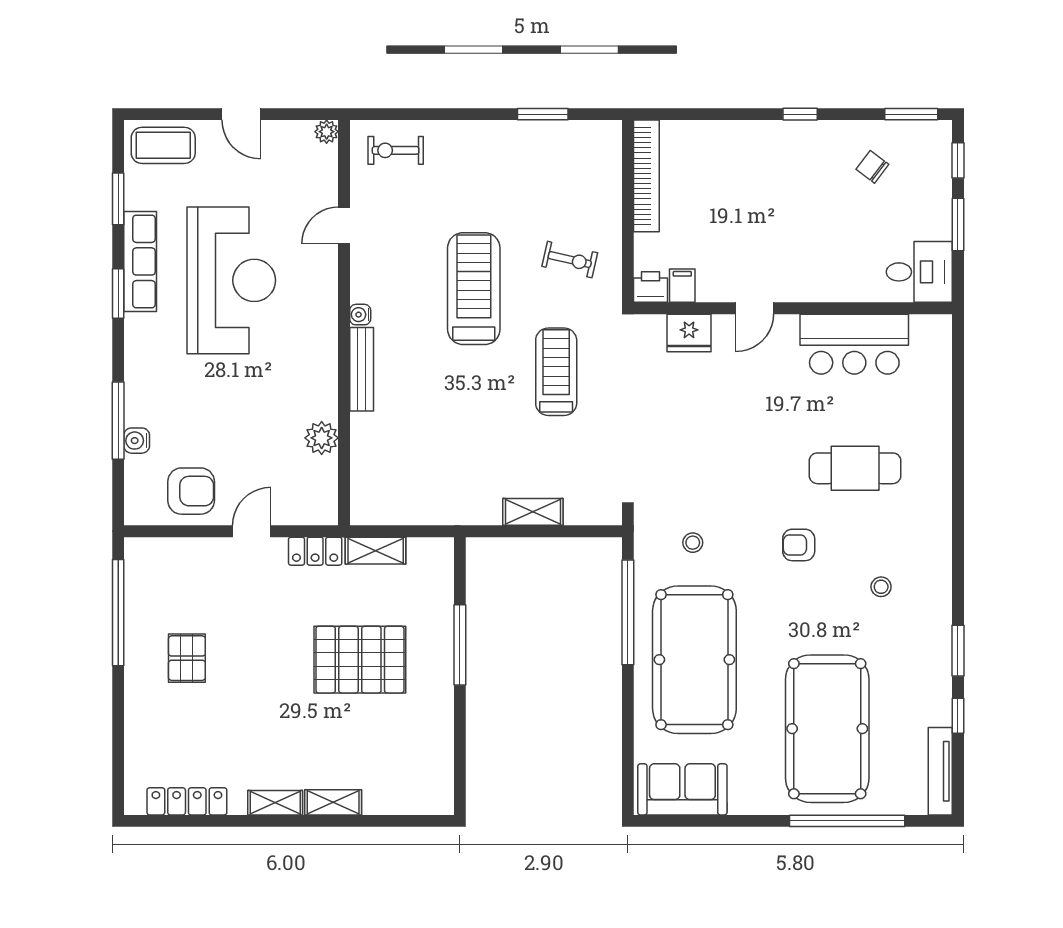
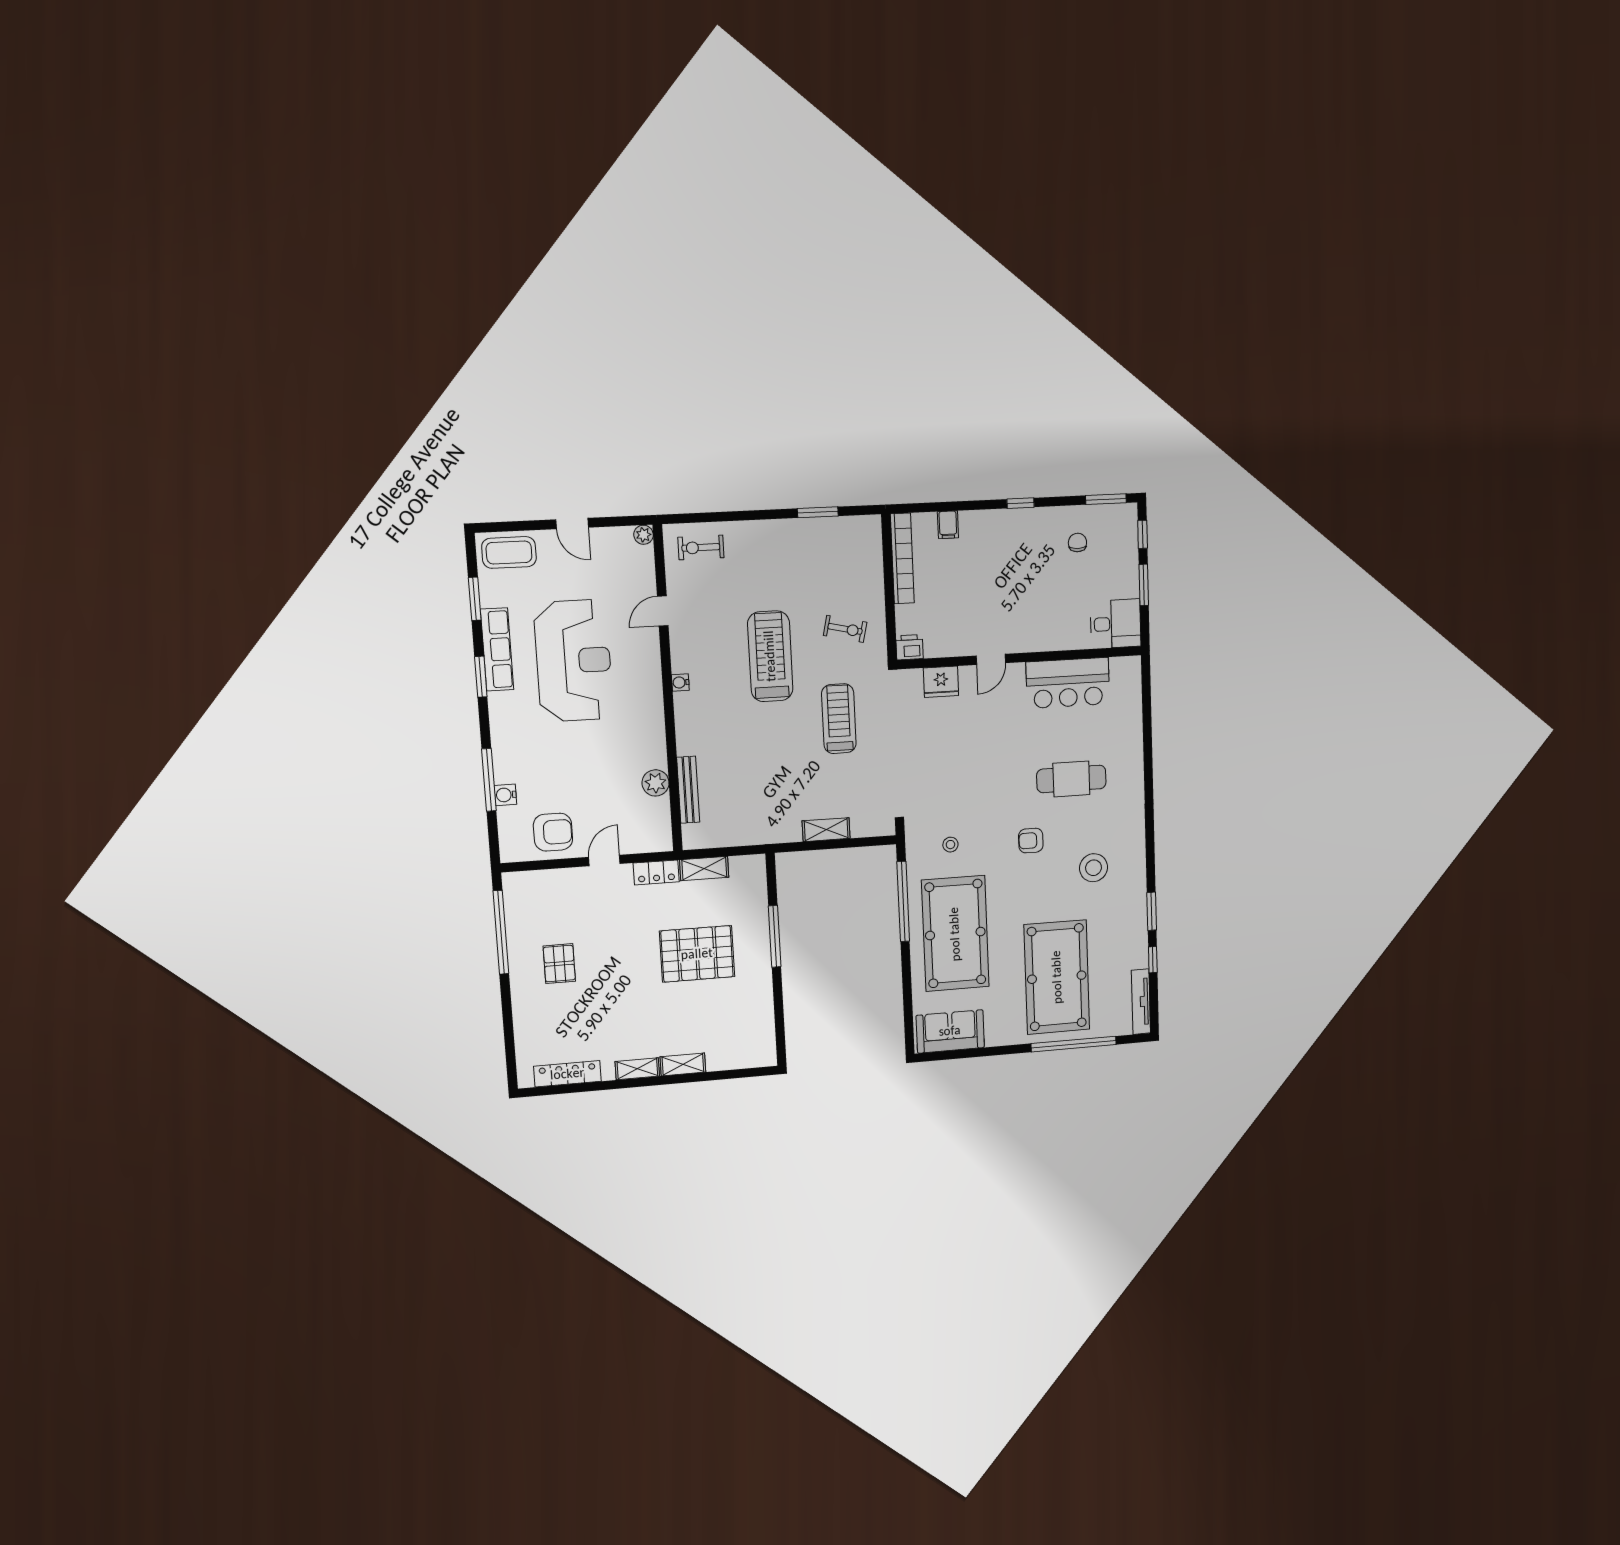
chair: (872, 167) -> (1077, 543), turned 53
filing cabinet: (682, 286) -> (948, 525), moved, turned 180
bench: (362, 369) -> (688, 790), moved
stool: (881, 587) -> (1094, 868), width x1.89, depth x1.89

